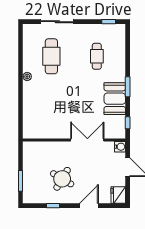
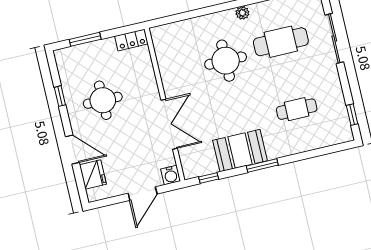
round table: (55, 94) -> (226, 61), added
locker: (28, 151) -> (131, 40), added
round table: (62, 179) -> (103, 100), turned -31
fridge: (118, 195) -> (93, 174), moved, turned 90

